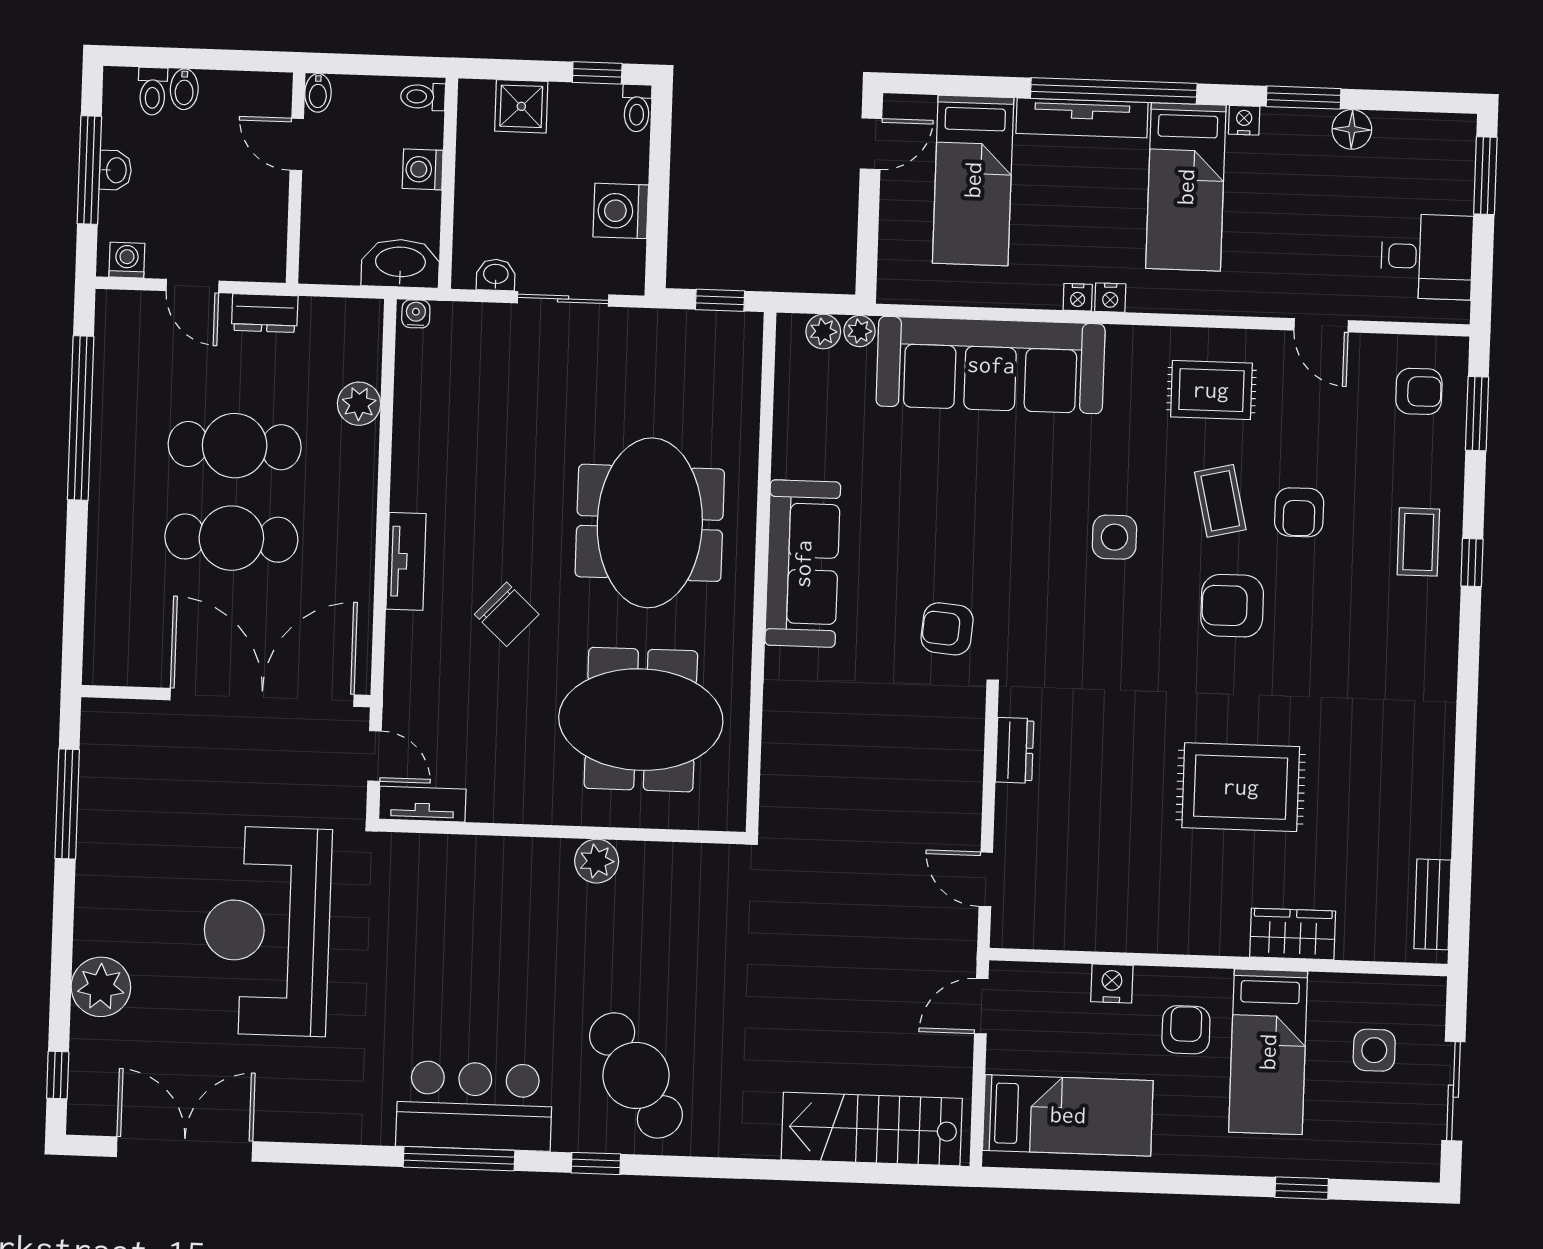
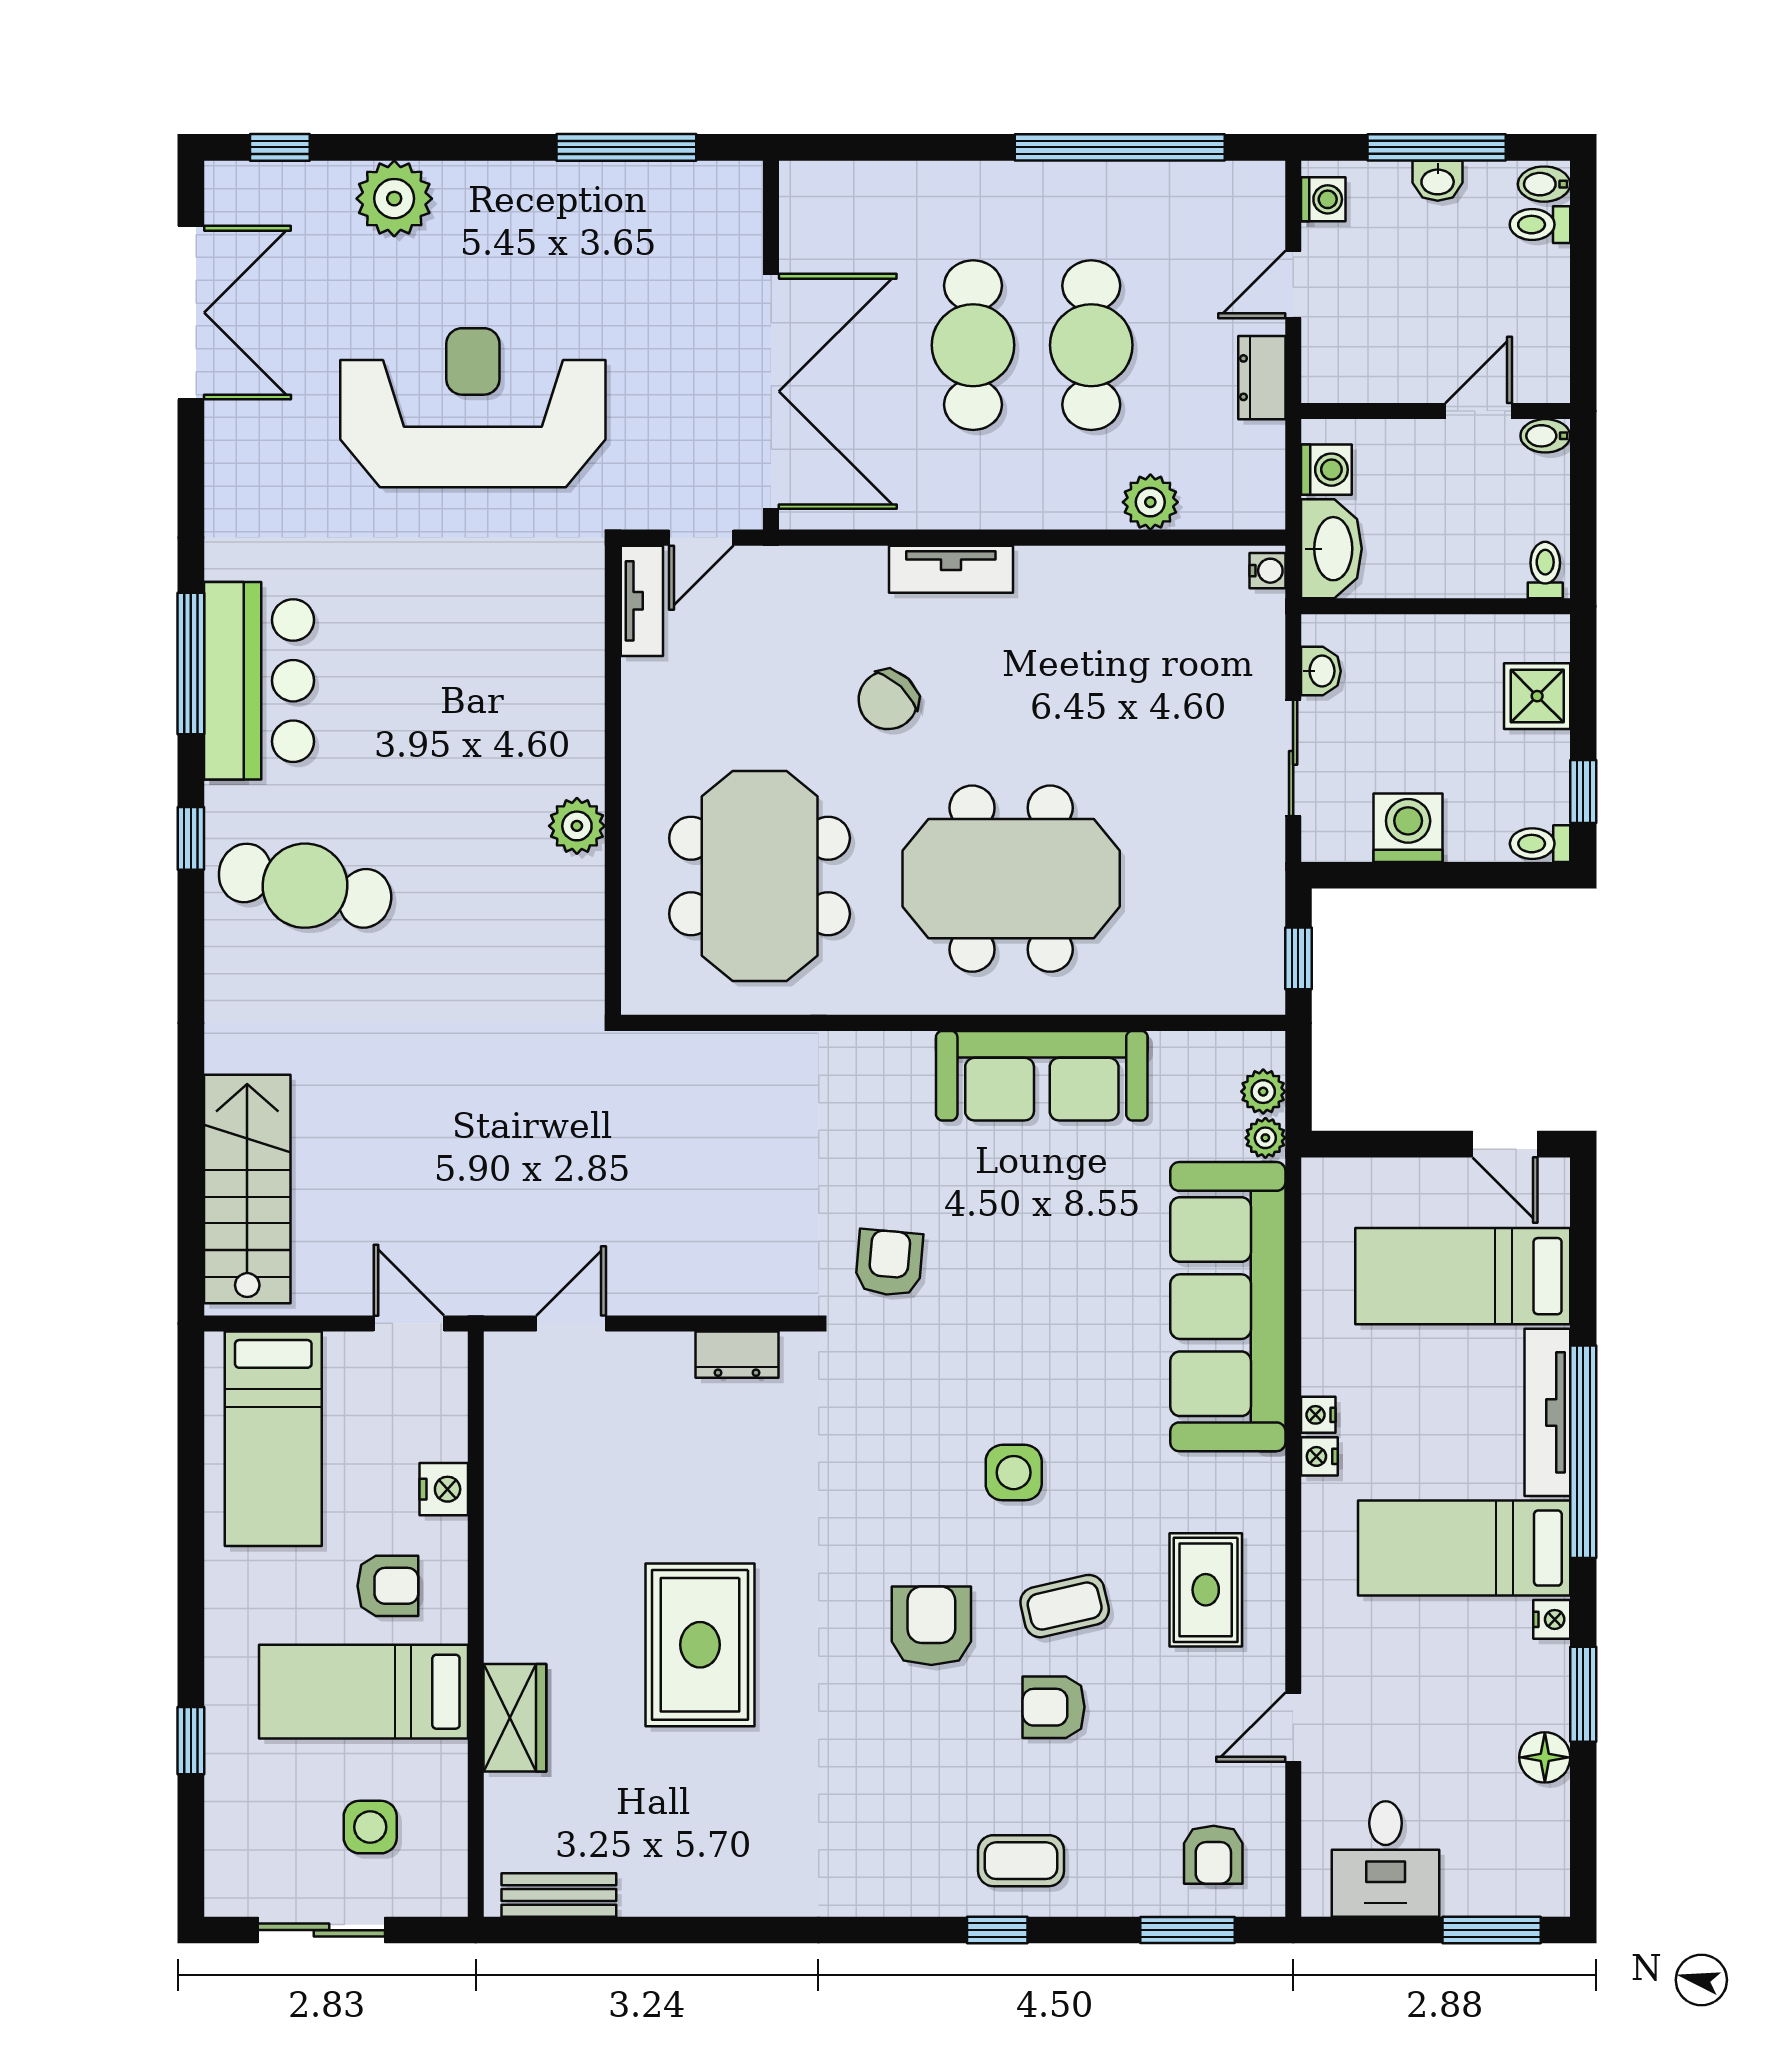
bidet: (184, 89) -> (1544, 184), moved
washing machine: (423, 169) -> (1326, 470), moved, turned 90
sofa: (803, 564) -> (1042, 1076), moved
cafe table: (636, 1075) -> (305, 886), turned 44

